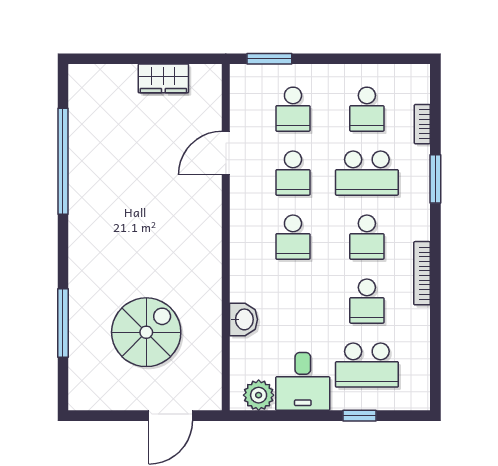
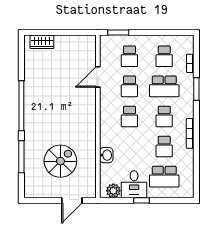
wardrobe: (163, 78) -> (42, 42), moved
window: (63, 161) -> (21, 106), moved
window: (359, 416) -> (141, 200), moved

